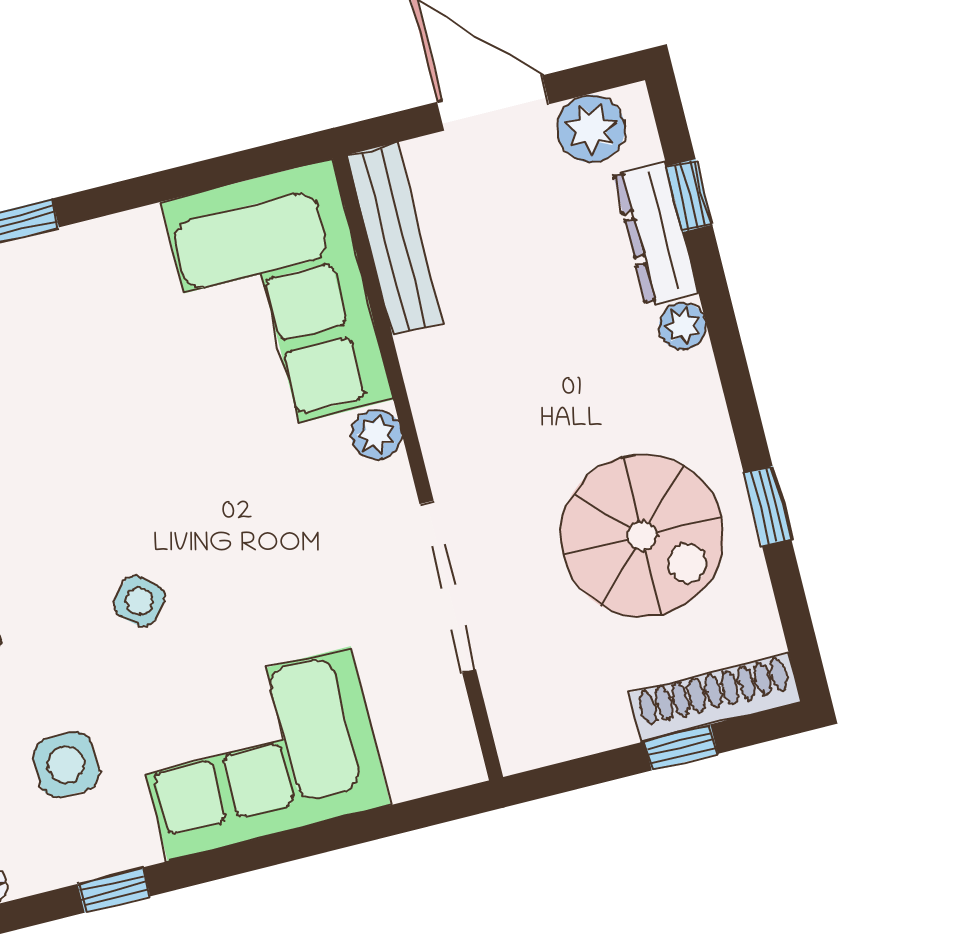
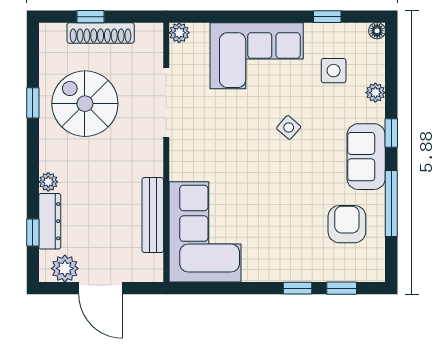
bench: (395, 239) -> (153, 215), moved
plant: (376, 435) -> (179, 33), moved
shoe rack: (715, 697) -> (101, 33), moved

